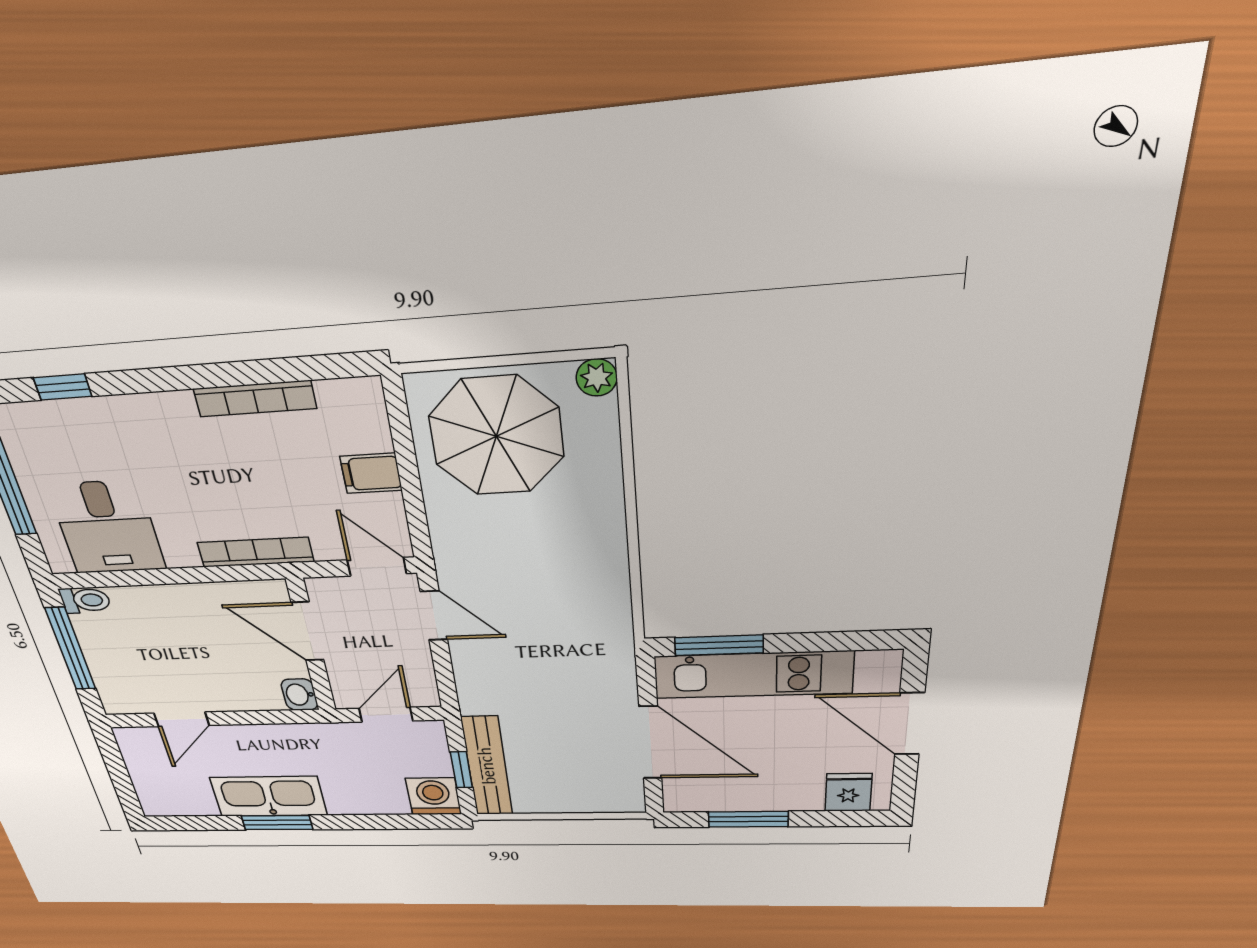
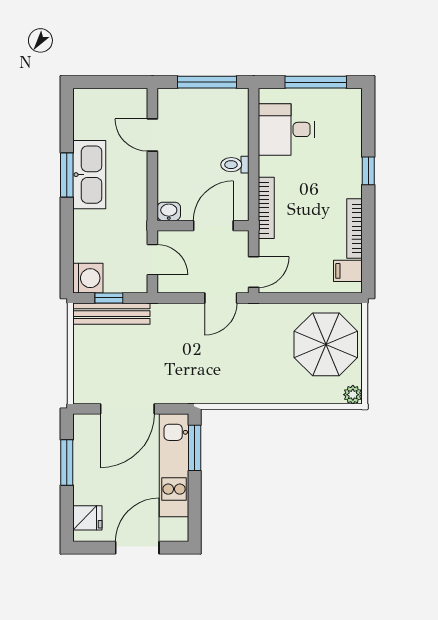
window: (63, 387) -> (368, 171), moved
filing cabinet: (371, 473) -> (348, 271), moved, turned -90
toilet: (85, 600) -> (235, 165), moved, turned 90

